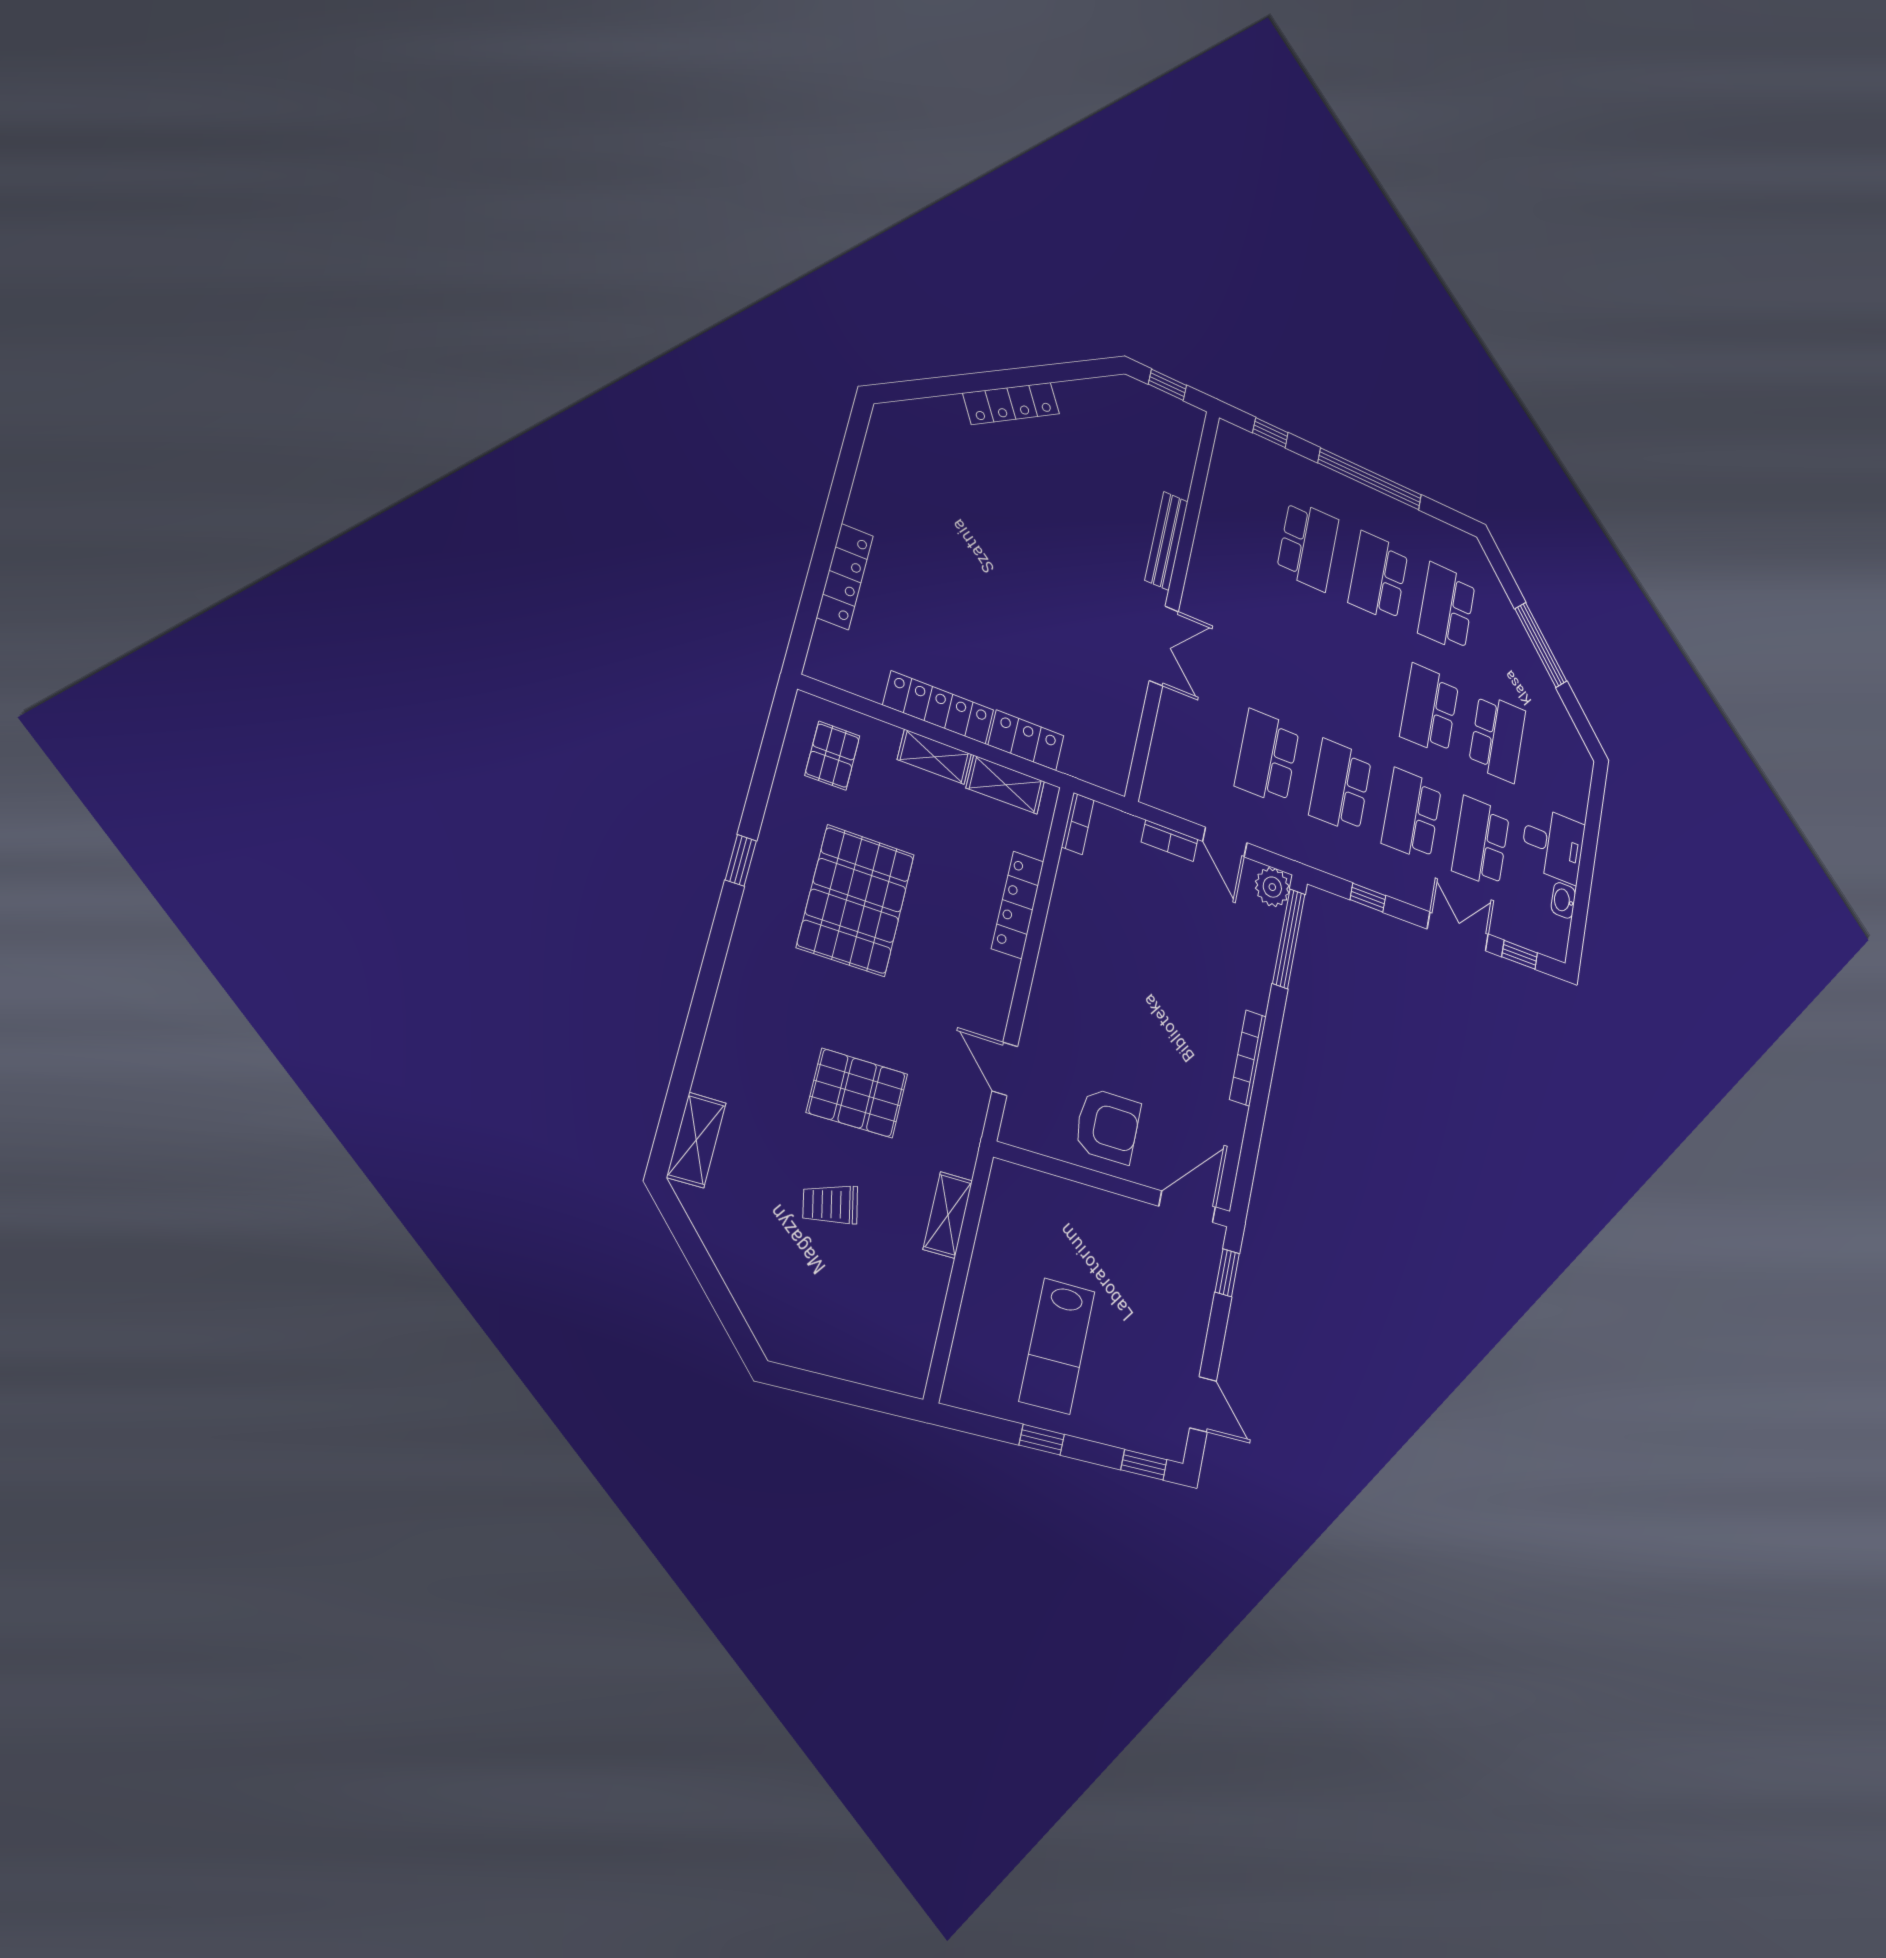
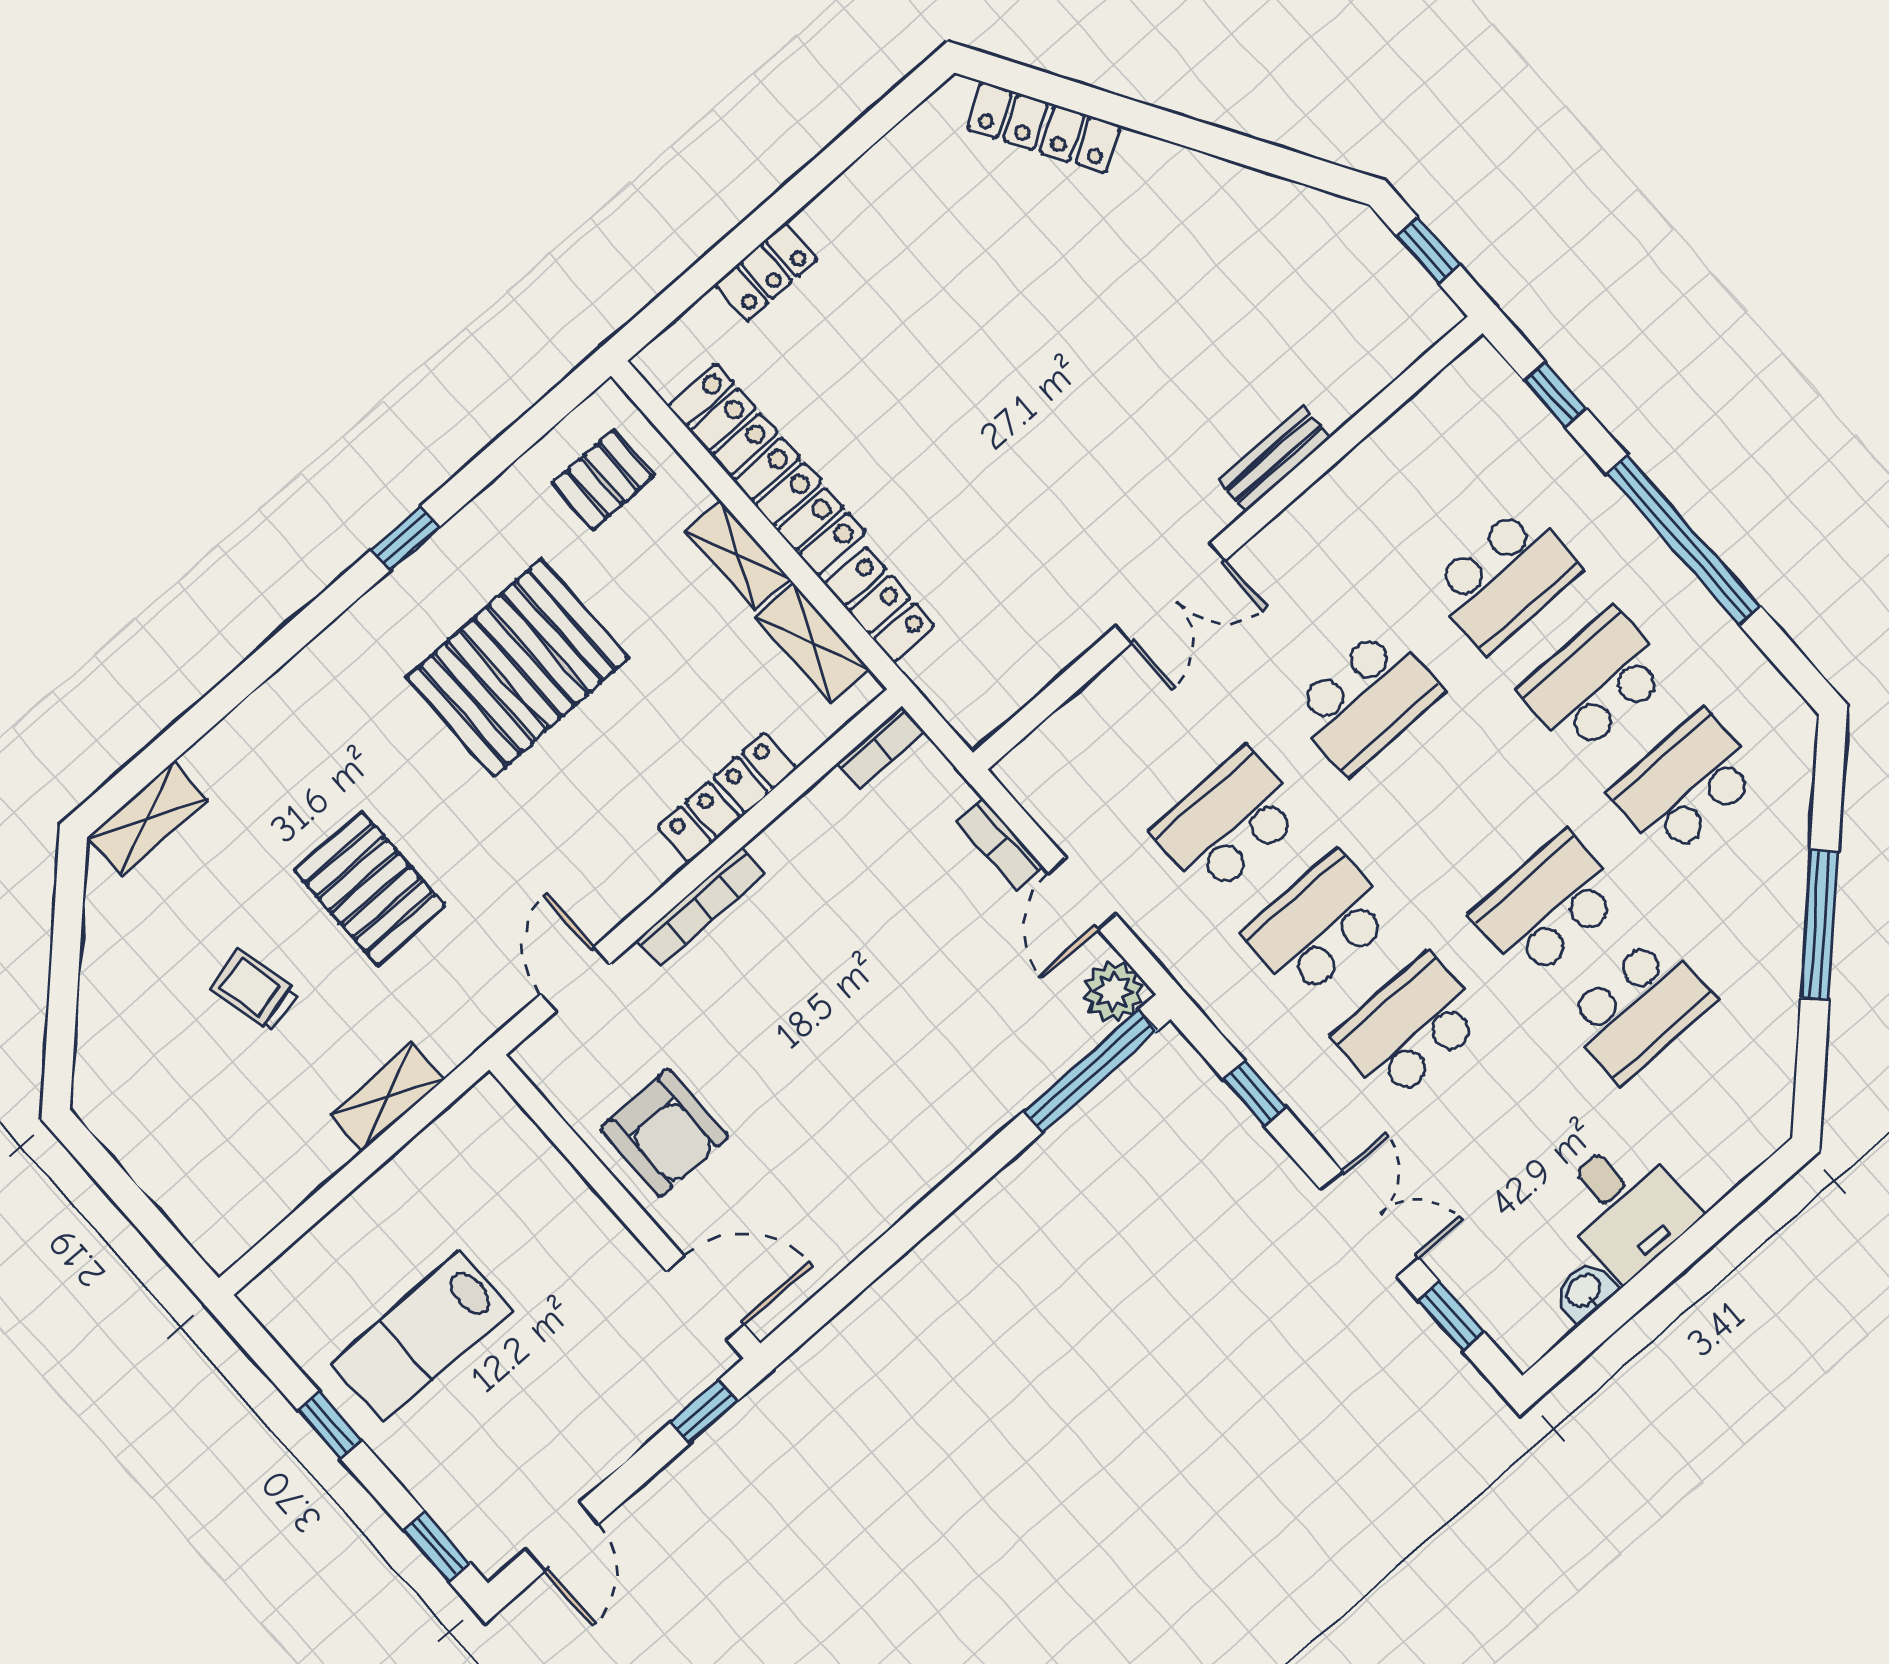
locker: (1011, 403) -> (1044, 127), moved
bench: (1166, 541) -> (1274, 459), width x0.73
locker: (845, 577) -> (766, 272), width x0.66
locker: (939, 708) -> (766, 469), width x1.41, depth x1.21
school desk: (1481, 842) -> (1366, 700), moved, turned 180
bookcase: (1248, 1058) -> (701, 907), moved, turned 180

